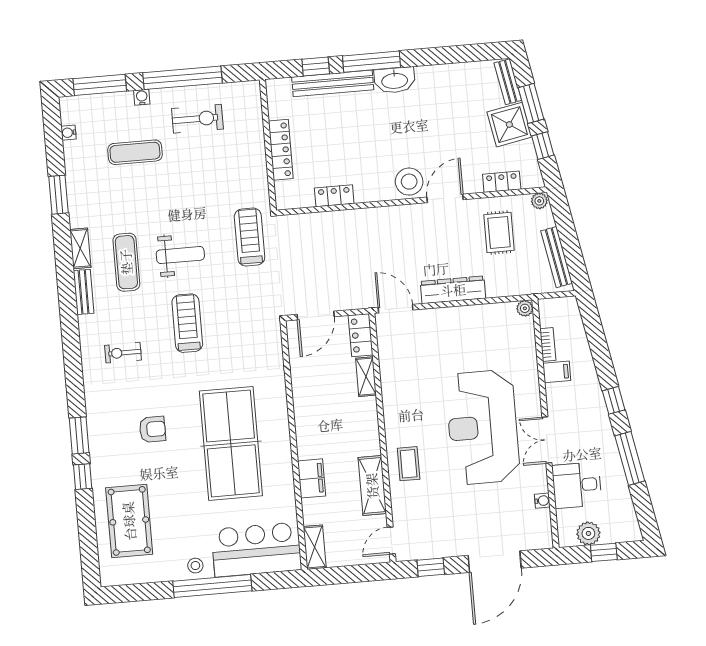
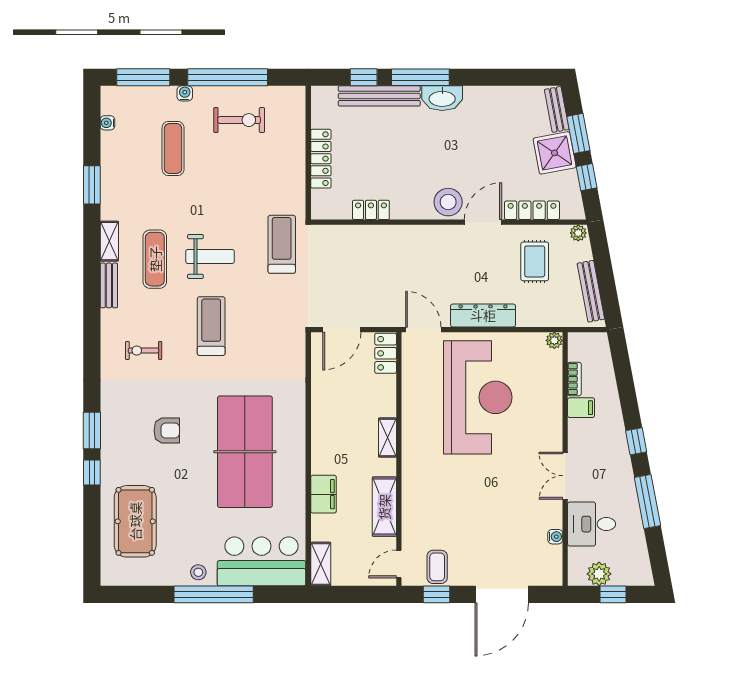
exercise mat: (135, 152) -> (173, 148), turned 90
locker: (502, 182) -> (532, 210), width x1.53
shelving: (366, 377) -> (387, 438), moved
reception desk: (483, 427) -> (478, 397), moved, turned 180
coffee table: (409, 464) -> (437, 567), moved

